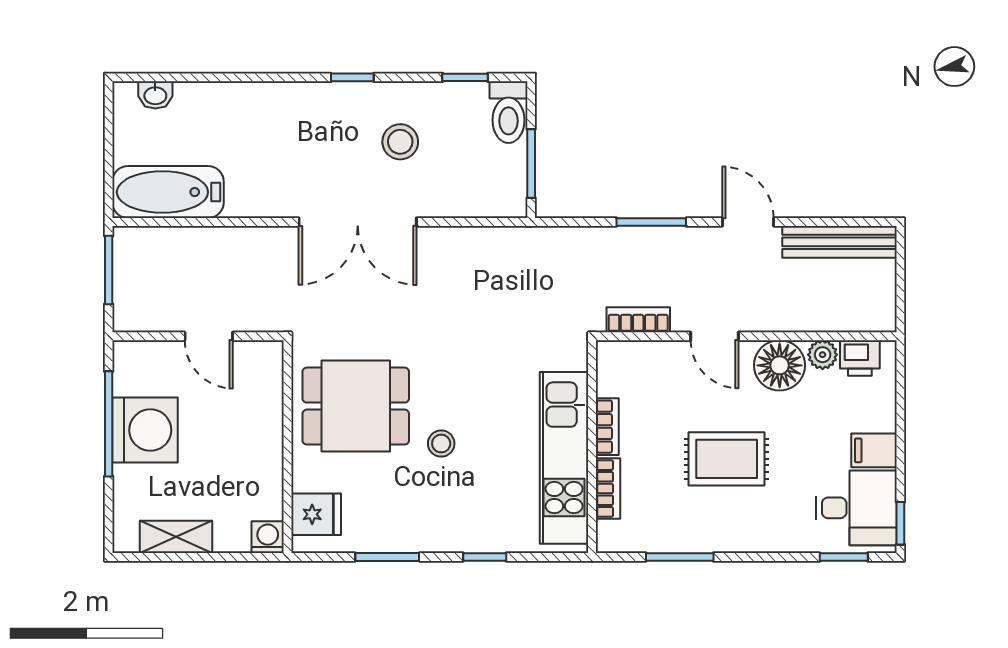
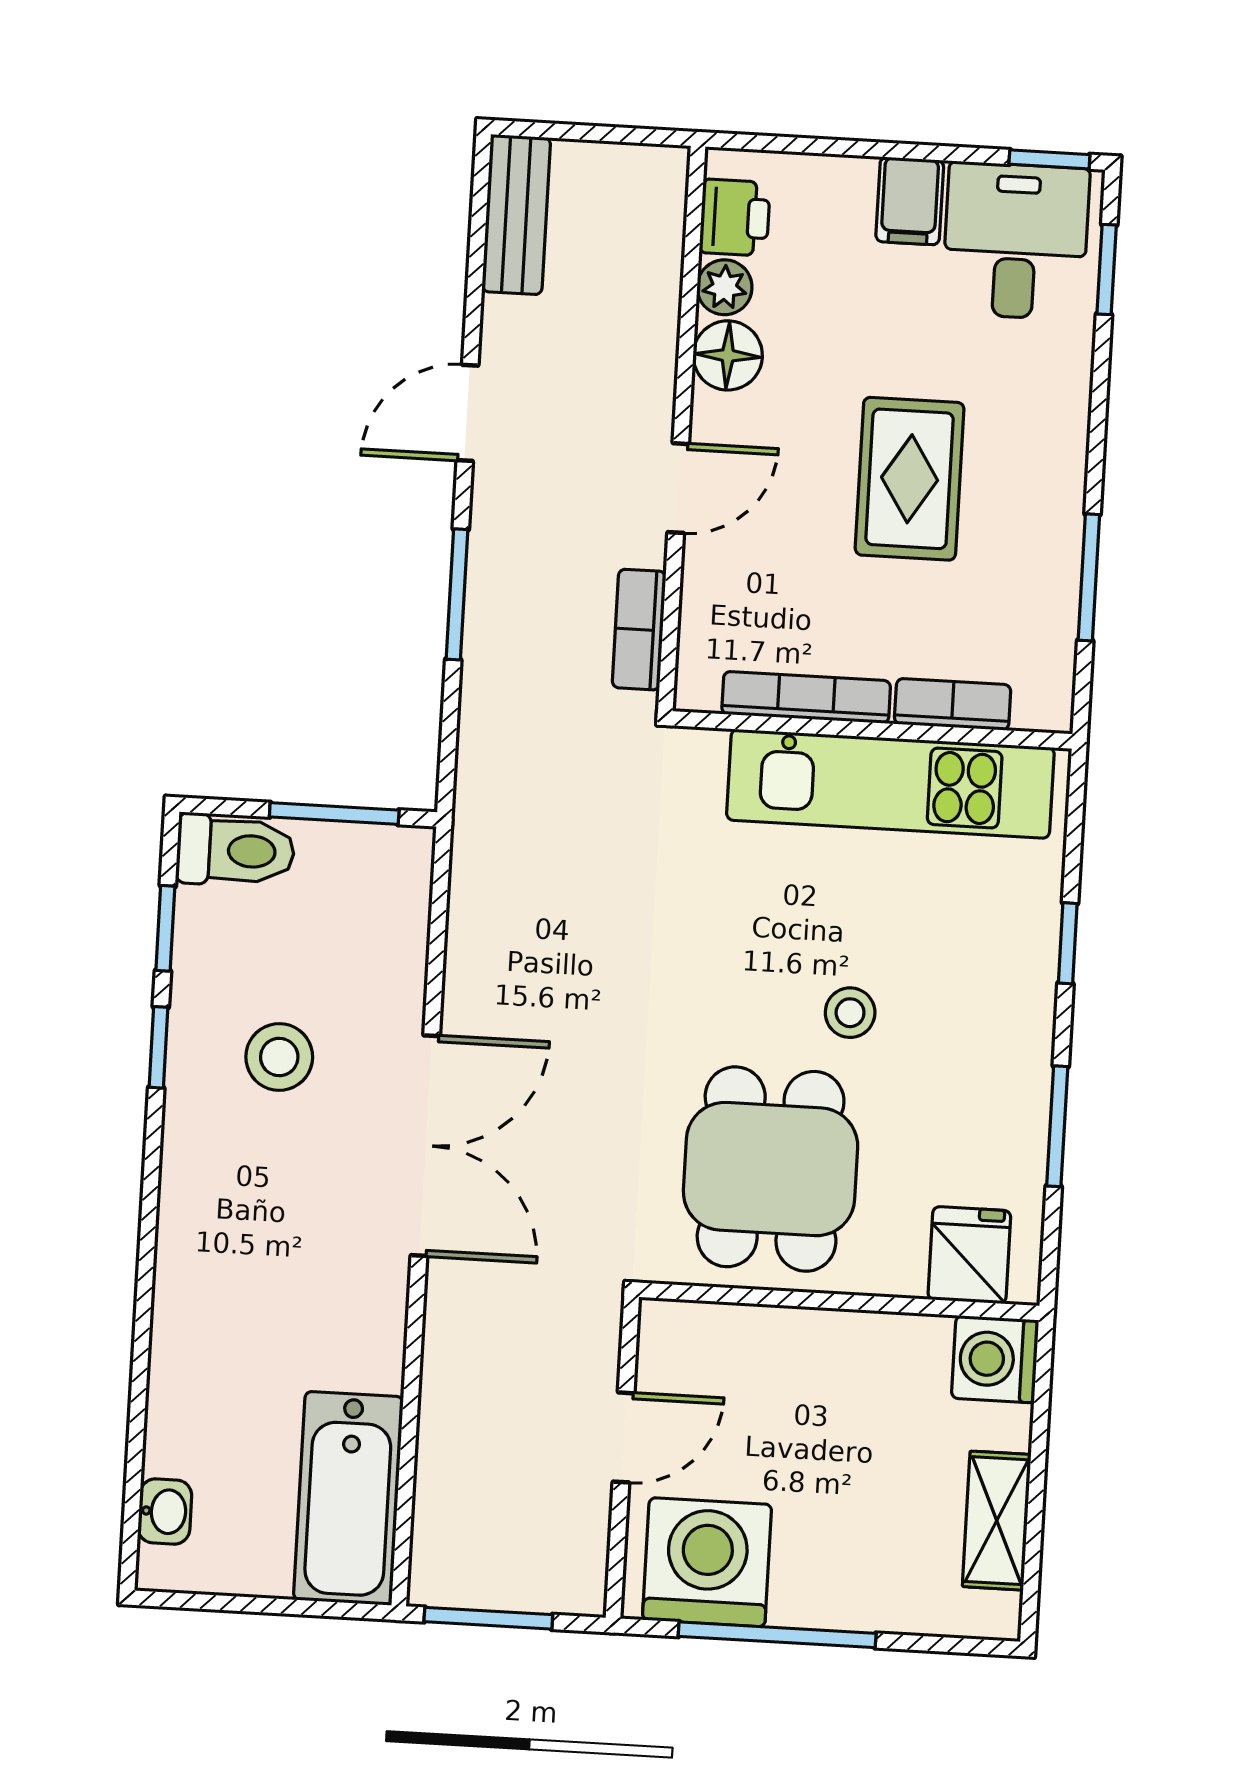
window: (352, 77) -> (159, 1047), moved
bench: (840, 242) -> (516, 215), width x0.73
floor lamp: (780, 365) -> (728, 355), width x0.73, depth x0.73
bookcase: (607, 427) -> (806, 697), width x1.56
washing machine: (145, 430) -> (707, 1562), moved
washing machine: (268, 537) -> (995, 1359), width x1.38, depth x1.38

